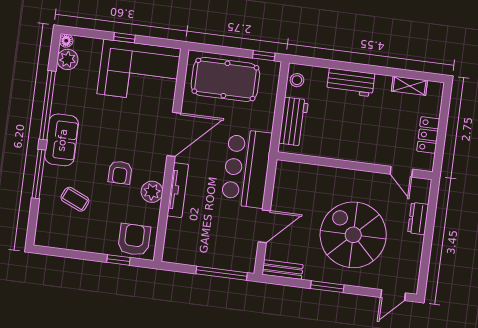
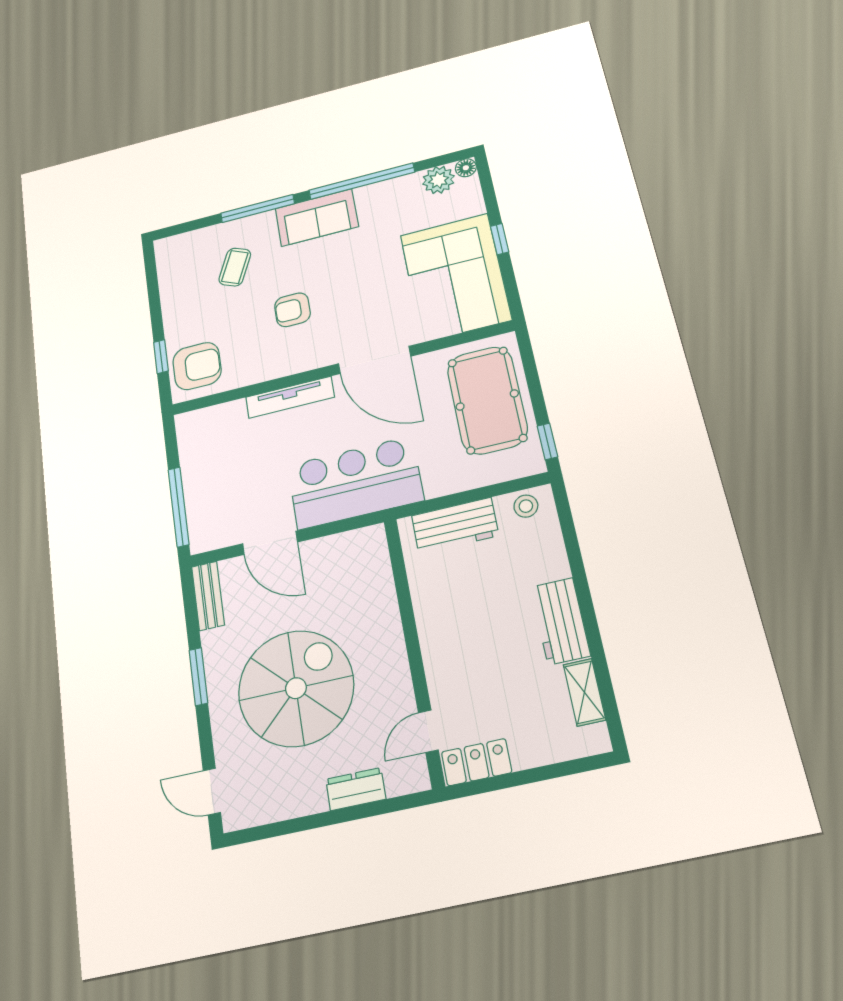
workbench: (351, 82) -> (560, 621), moved
locker: (428, 135) -> (477, 762), moved
plant: (152, 192) -> (276, 363), removed

